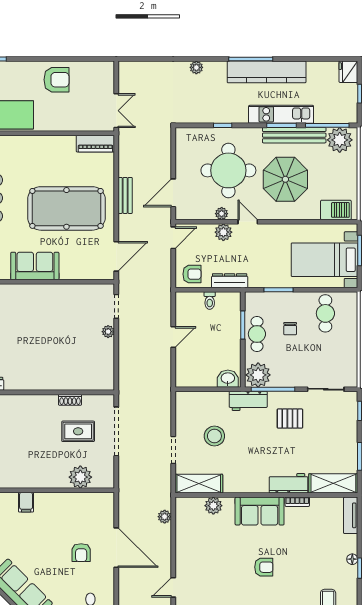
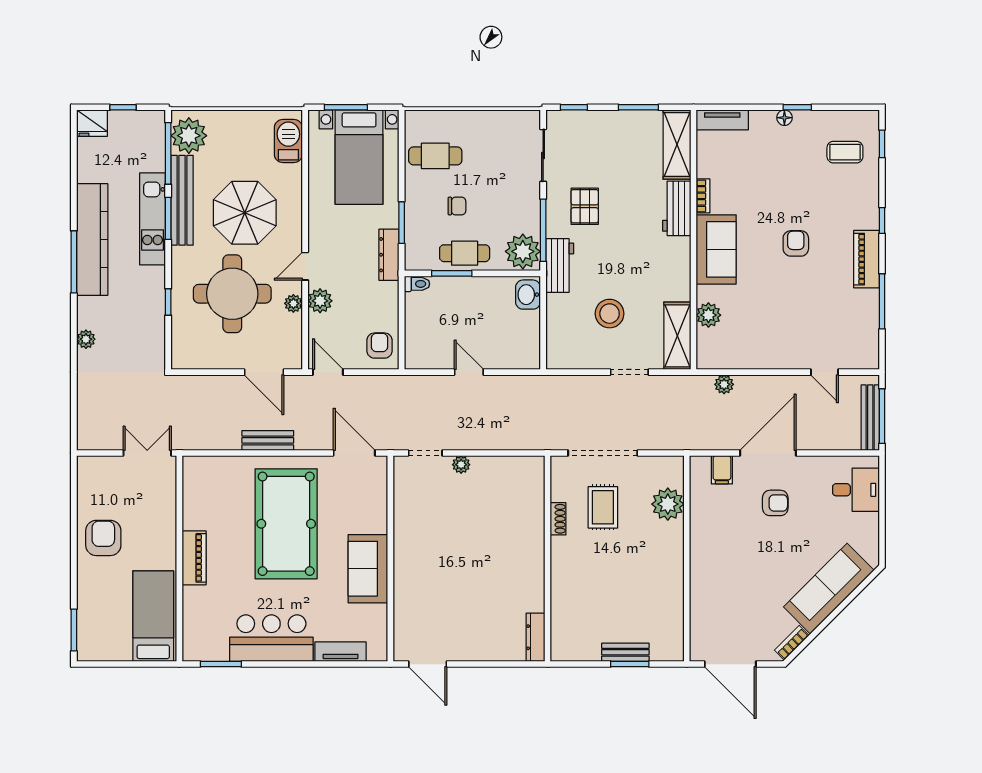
piano: (95, 144) -> (194, 558), moved
dresser: (230, 281) -> (389, 255), moved
toilet: (210, 301) -> (417, 284), moved
filing cabinet: (26, 502) -> (722, 470), moved, turned 90

